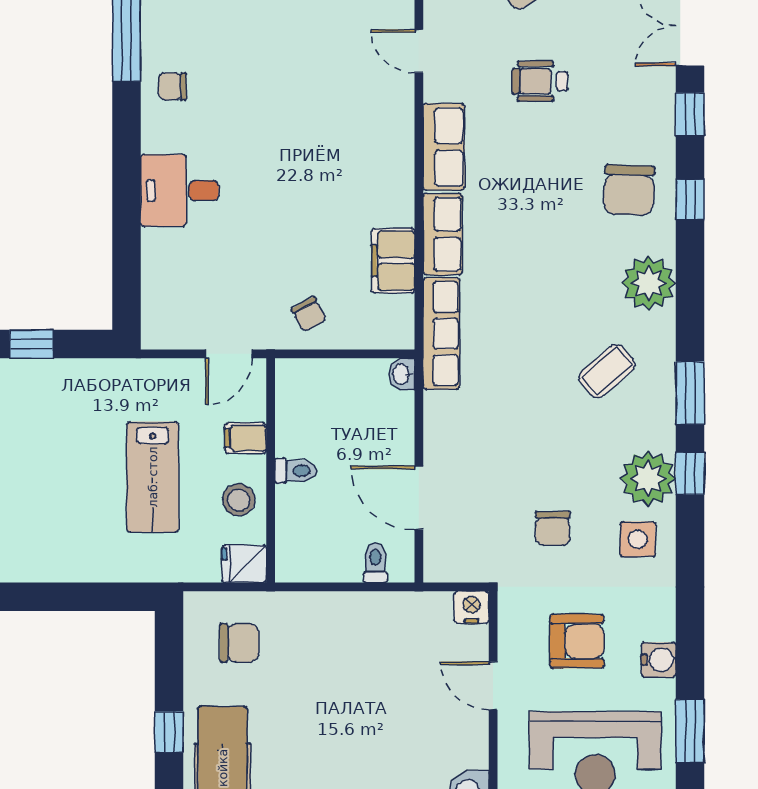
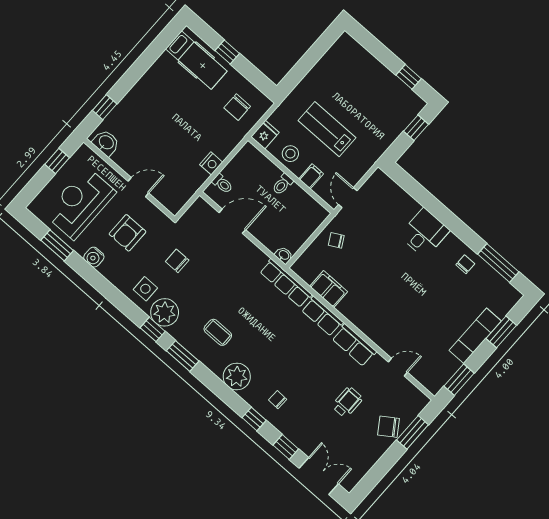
chair: (629, 190) -> (278, 400), width x0.54, depth x0.54
coffee table: (607, 371) -> (218, 332), turned -49
nightstand: (471, 607) -> (211, 163), moved

